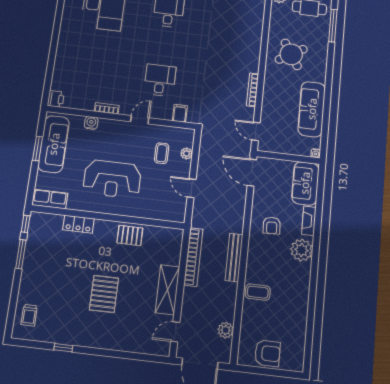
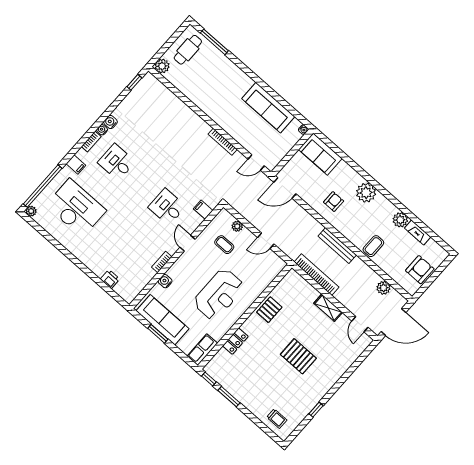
round table: (291, 54) -> (215, 92), removed
printer: (56, 99) -> (110, 279), moved
fireplace: (309, 221) -> (418, 233), moved
armchair: (272, 226) -> (334, 202), turned -87
shelving: (167, 290) -> (328, 308), width x0.67, depth x0.75
plant: (300, 300) -> (400, 220), added

